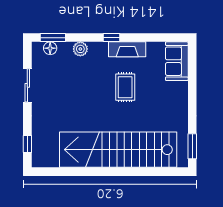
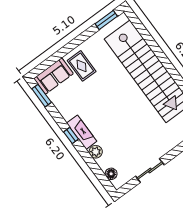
window: (53, 38) -> (42, 96), moved
fireplace: (127, 49) -> (82, 132), moved
rug: (125, 87) -> (82, 66), moved, turned 90

